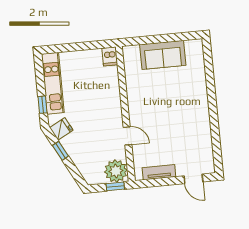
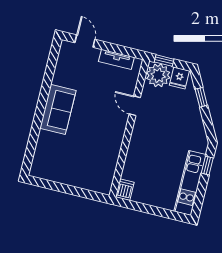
sofa: (163, 55) -> (58, 109), moved, turned 90
fridge: (61, 129) -> (179, 78), moved, turned -62
window: (60, 151) -> (201, 97), moved

